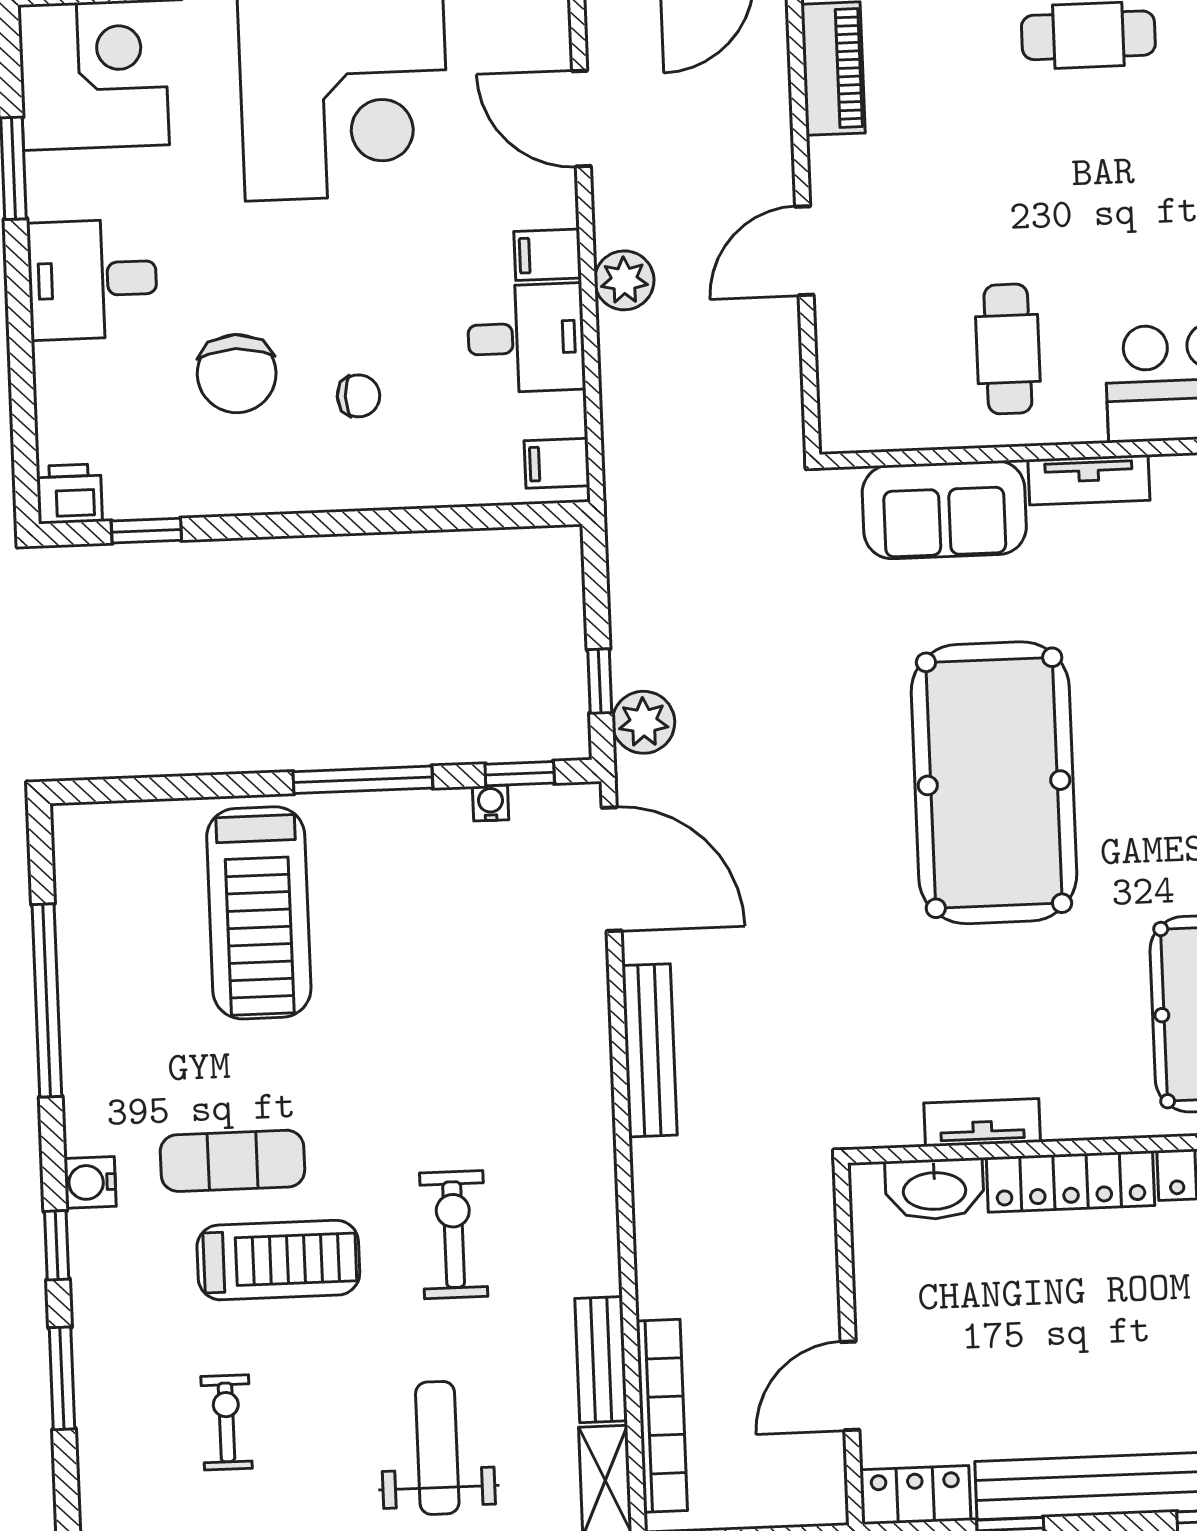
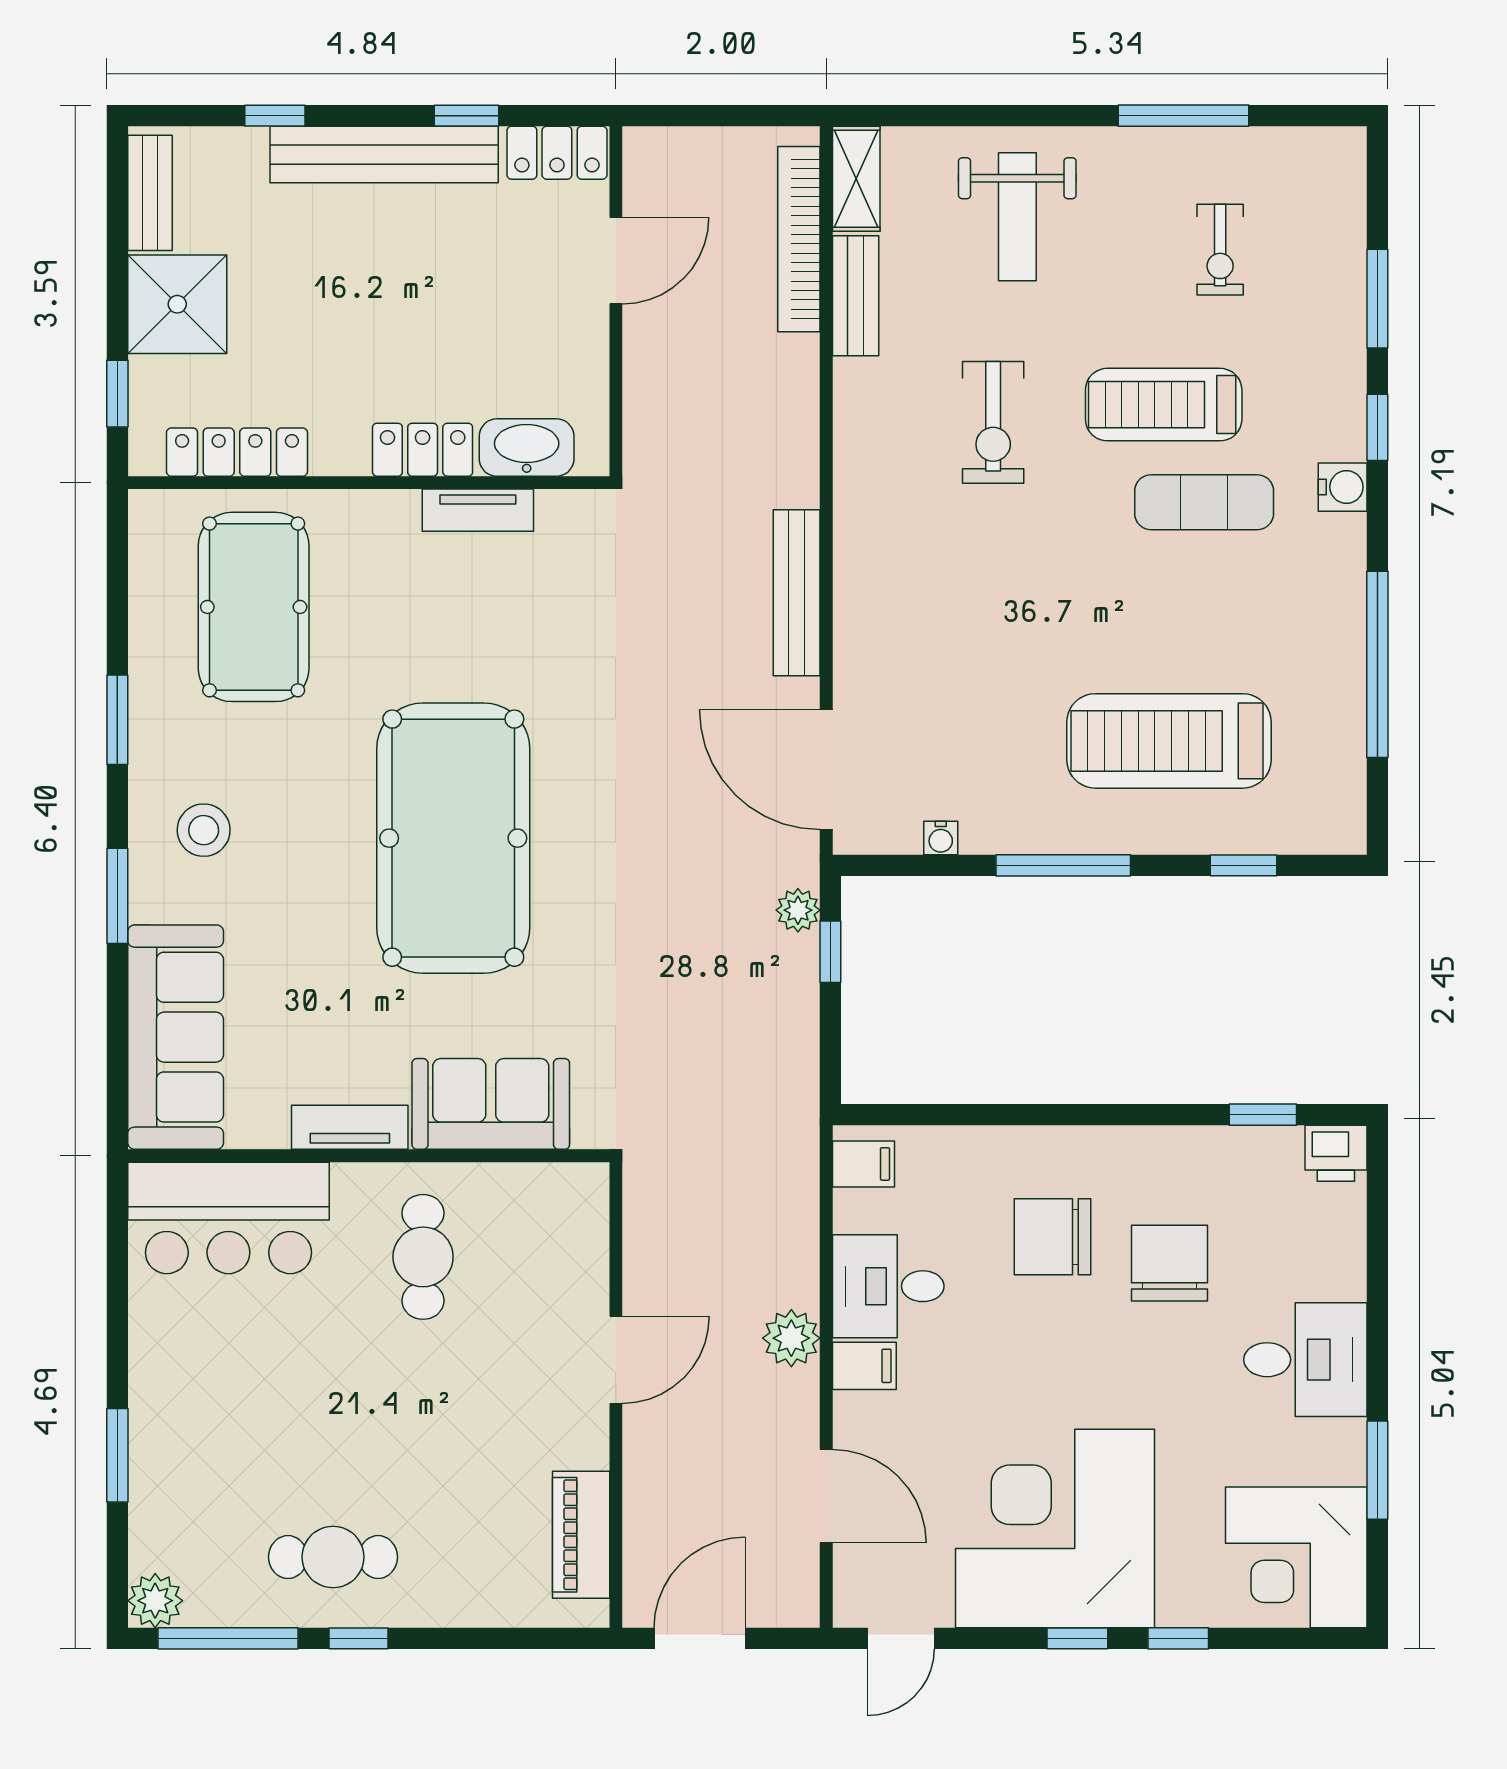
chair: (359, 396) -> (1053, 1237), width x1.87, depth x1.87
plant: (643, 722) -> (798, 910), width x0.73, depth x0.73
window: (520, 774) -> (1244, 865), moved
treadmill: (259, 913) -> (1169, 741), turned -90
locker: (1070, 1182) -> (423, 450), width x0.66

